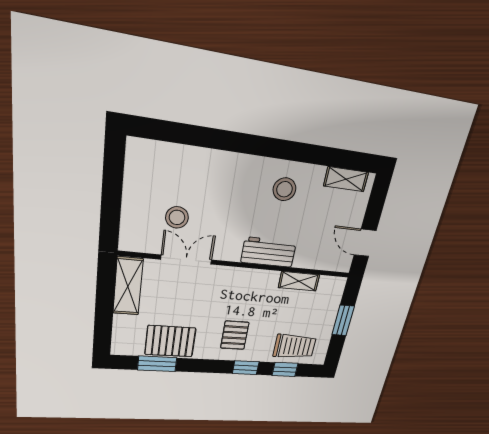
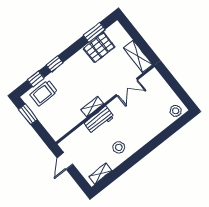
stool: (177, 217) -> (176, 111), moved
door: (365, 243) -> (65, 161), swing flipped
shelving: (299, 281) -> (92, 107), moved
window: (343, 320) -> (28, 114), moved
pallet: (235, 335) -> (75, 74), removed

